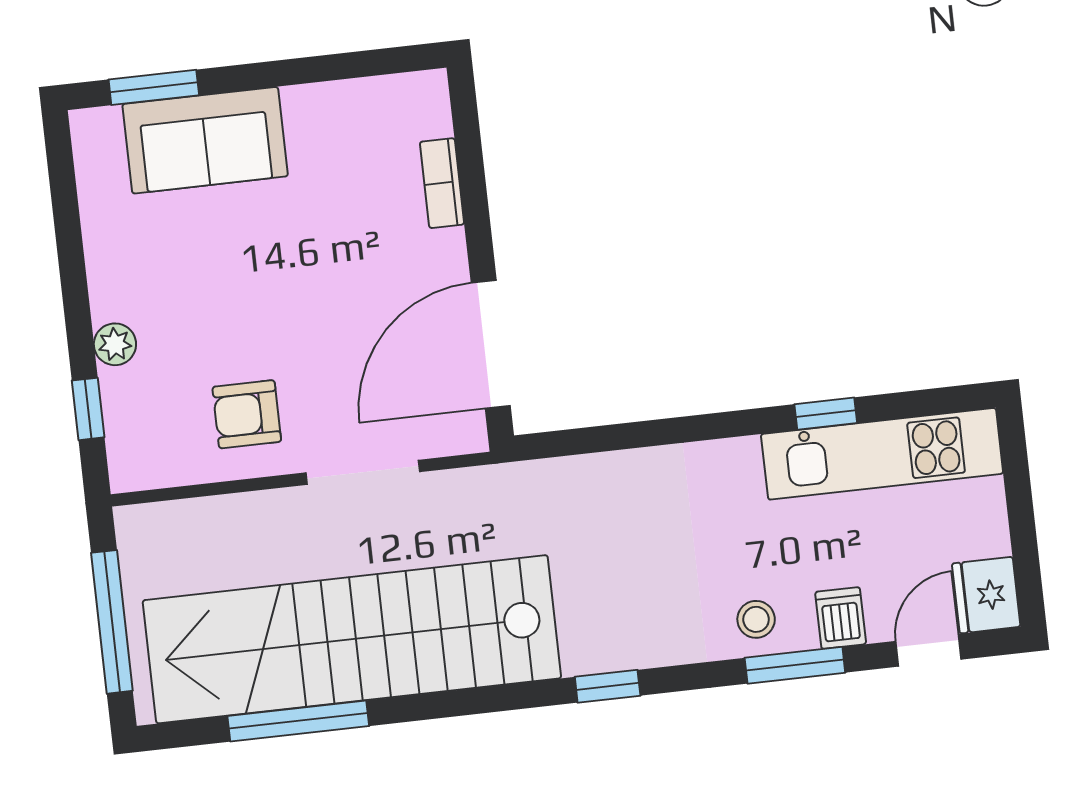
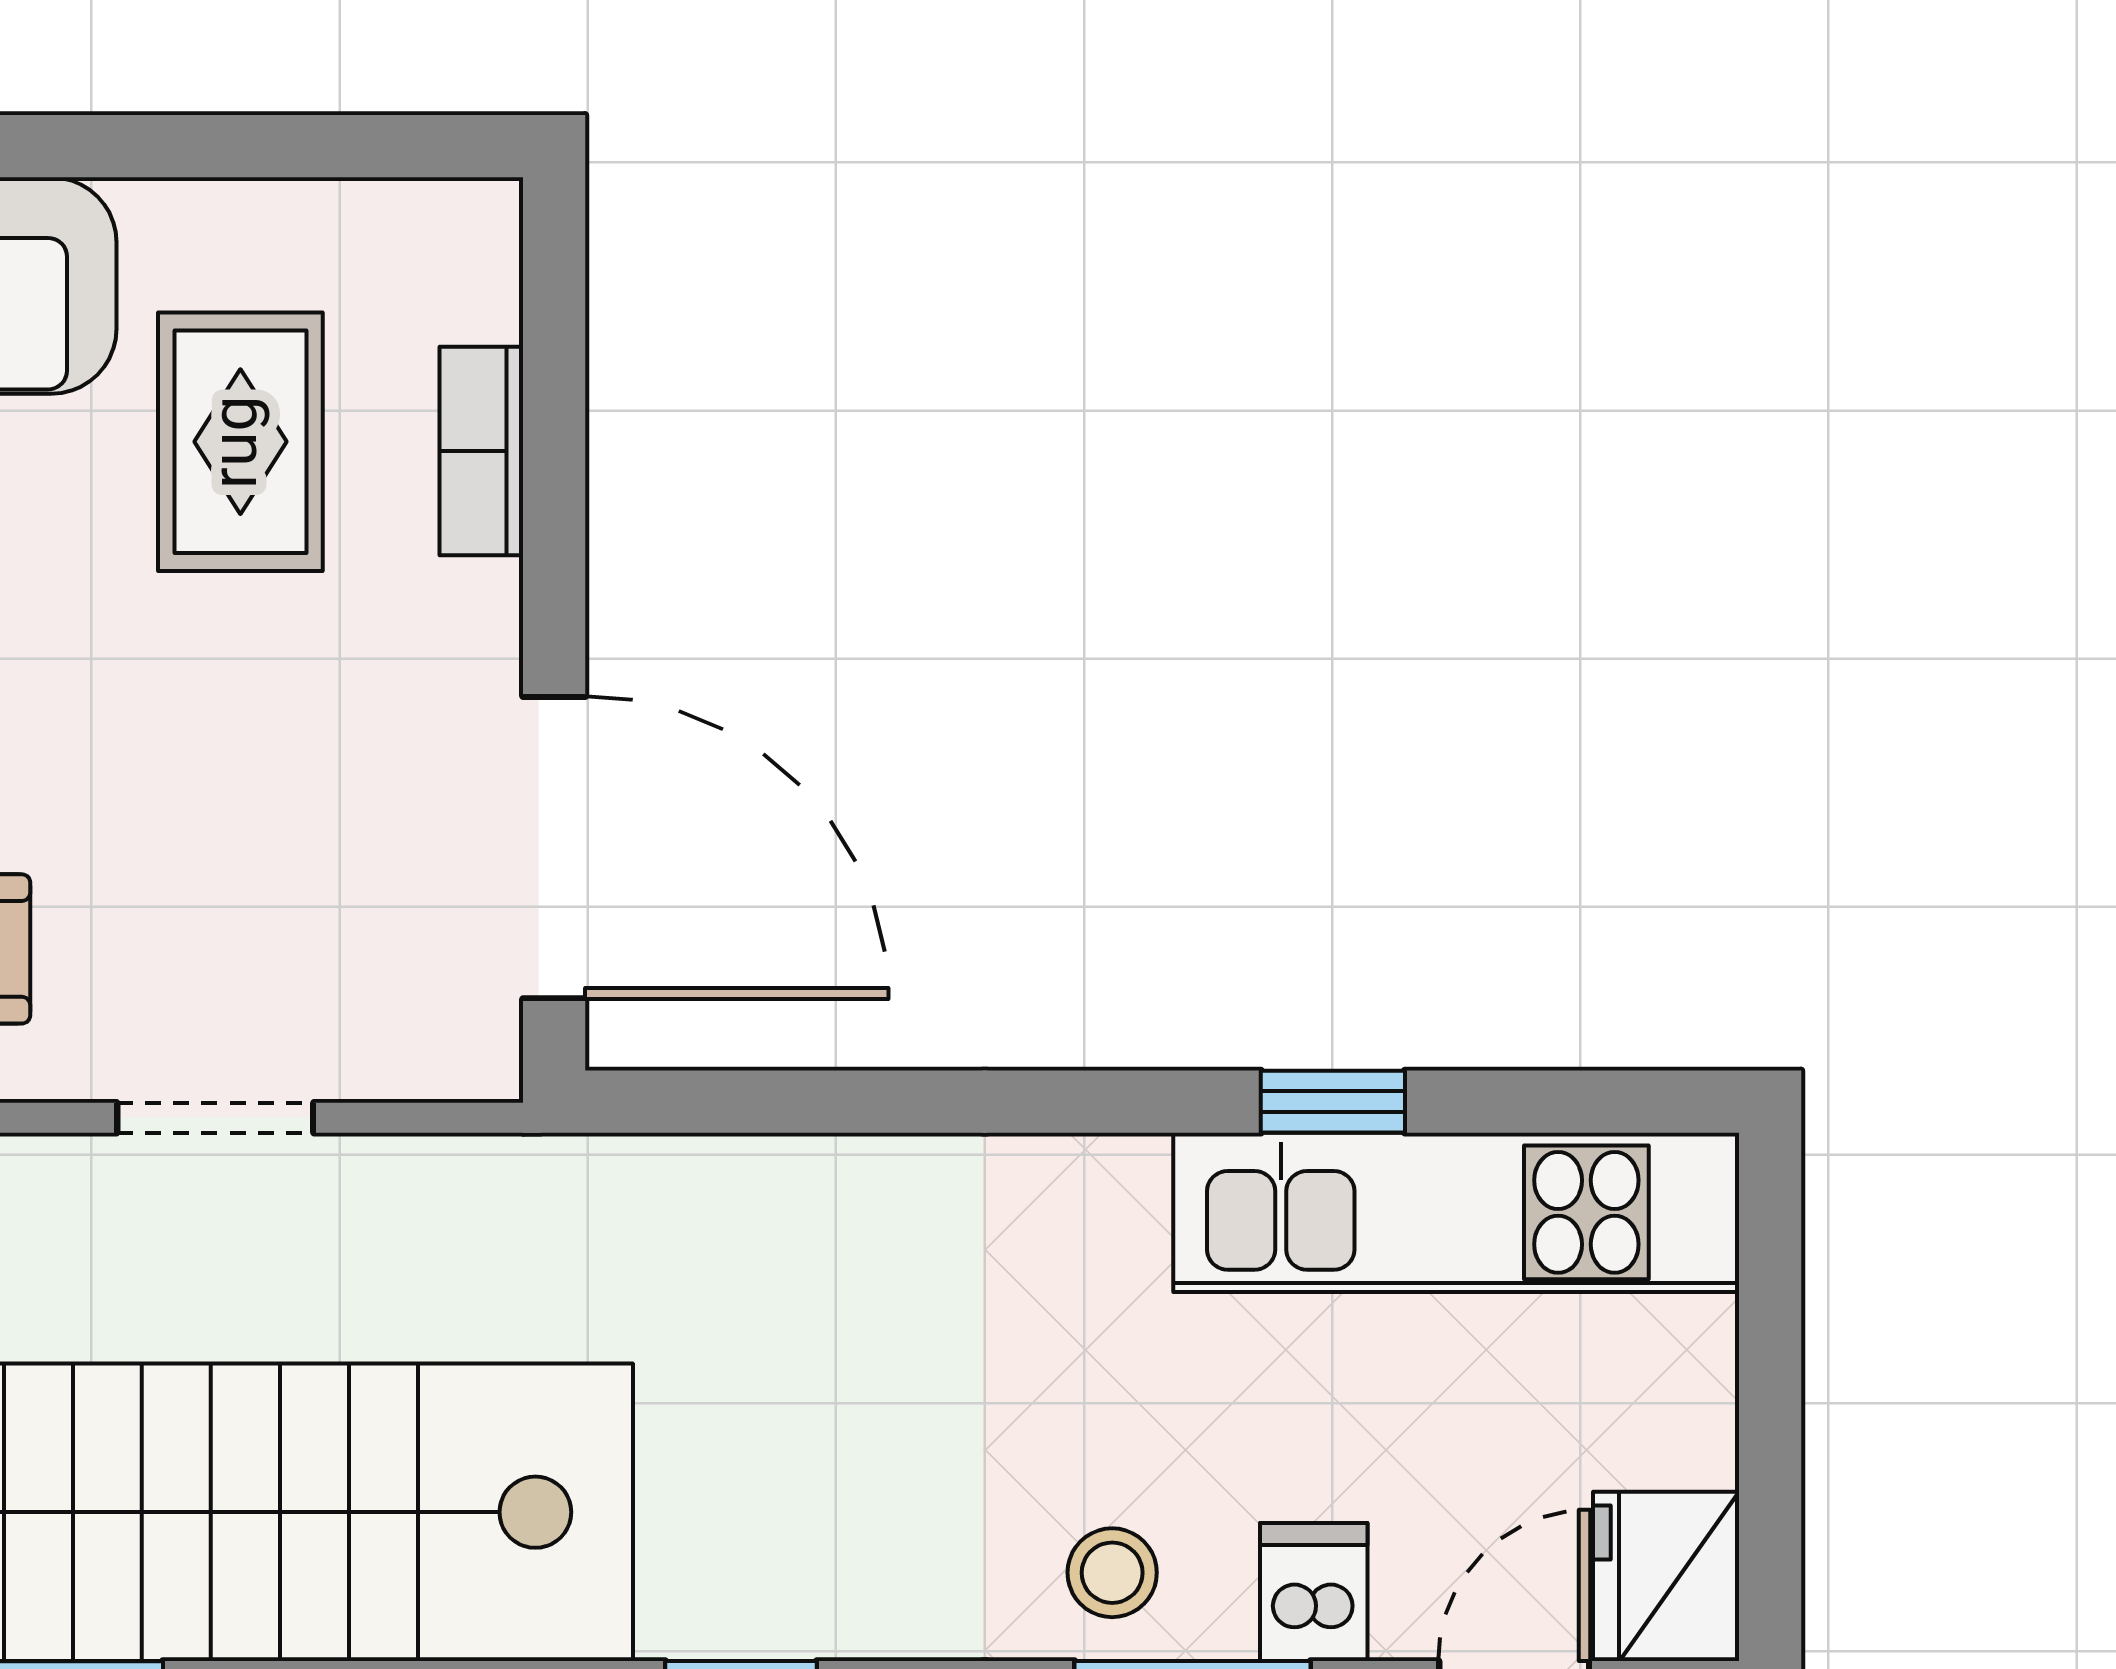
rug: (342, 191) -> (240, 442), added
door: (491, 344) -> (554, 848), swing flipped
doorway: (363, 472) -> (215, 1118), width x0.73

